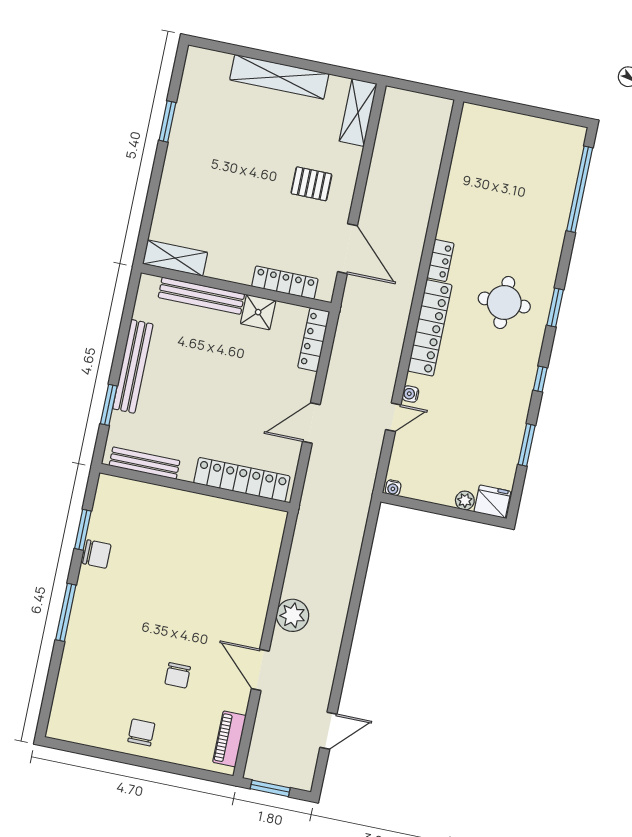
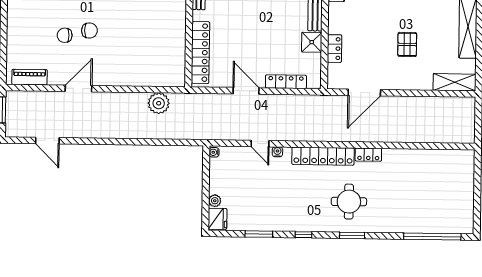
pallet: (311, 184) -> (407, 44), moved
locker: (285, 283) -> (334, 49), width x0.66
locker: (314, 340) -> (286, 82), moved
plant: (292, 615) -> (159, 103), moved
chair: (141, 732) -> (89, 31), moved

